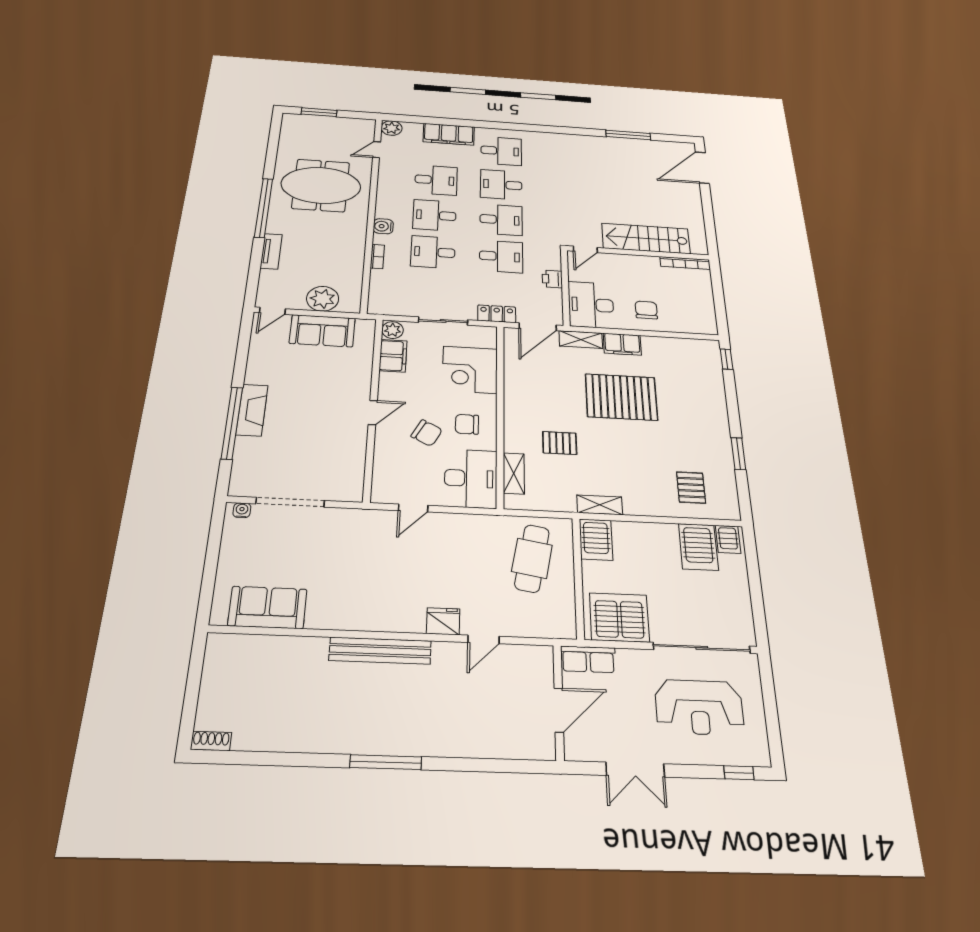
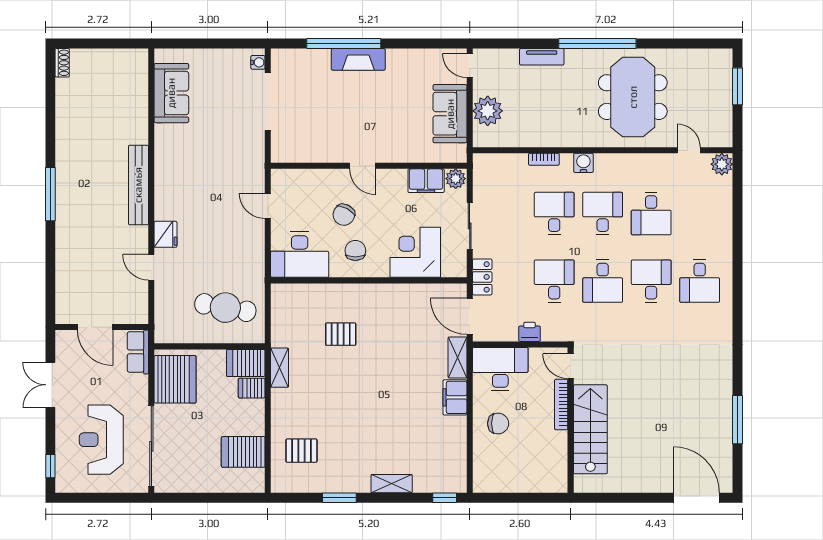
filing cabinet: (449, 134) -> (719, 225), removed
desk: (501, 256) -> (554, 281), turned 180
bookcase: (685, 263) -> (561, 405), moved
pallet: (621, 397) -> (394, 393), removed
pallet: (560, 443) -> (341, 334), turned 90
shelving: (514, 473) -> (392, 484), moved
server rack: (728, 539) -> (252, 388), moved

